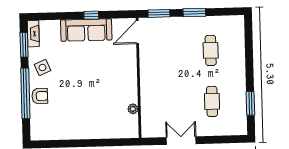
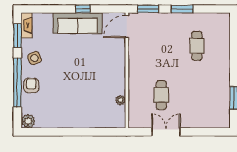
armchair: (40, 96) -> (31, 85), turned -90
cafe table: (212, 101) -> (161, 95), moved
plant: (38, 133) -> (28, 121), added

